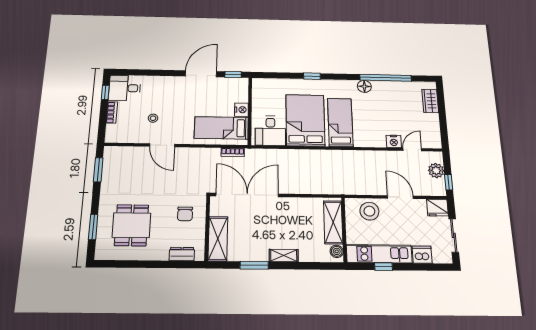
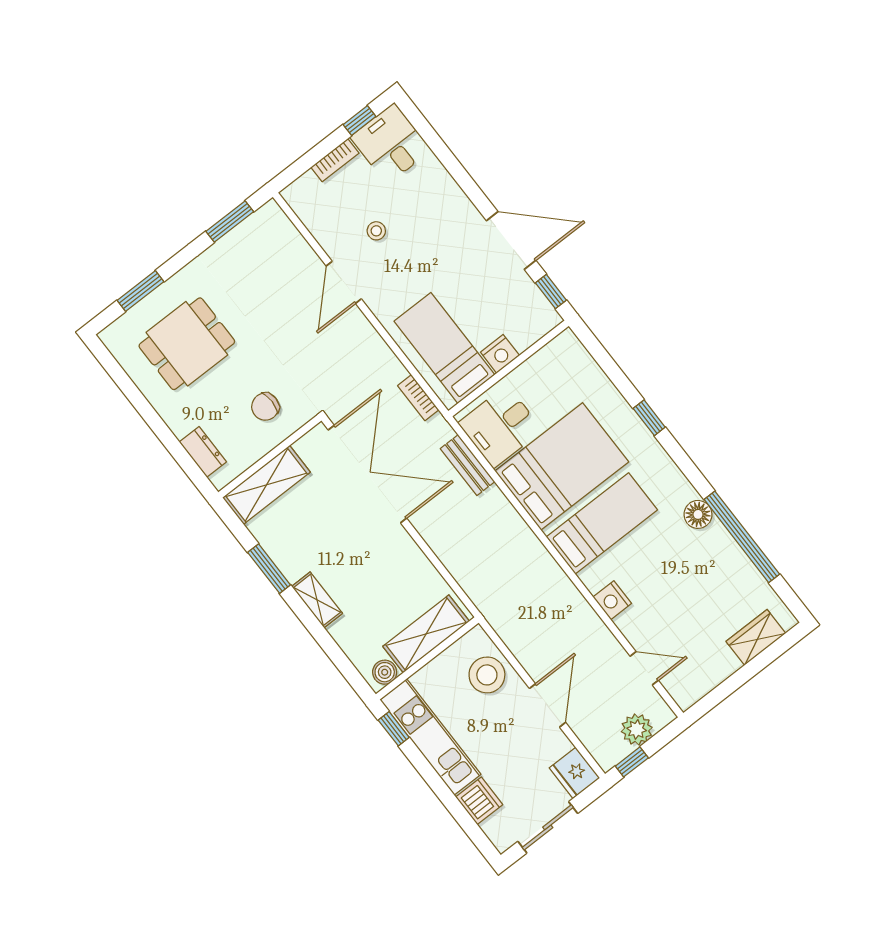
nightstand: (394, 141) -> (612, 600), moved
bench: (276, 154) -> (467, 465), added
window: (383, 267) -> (394, 729), moved

